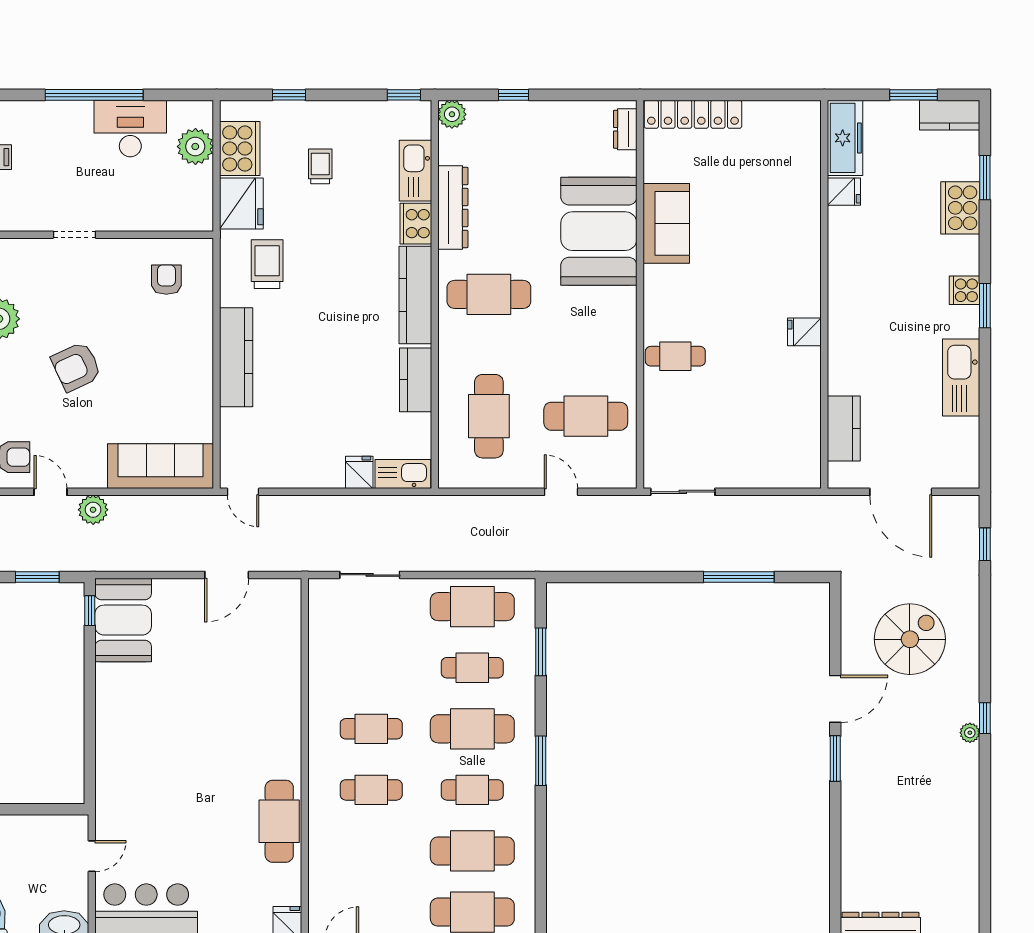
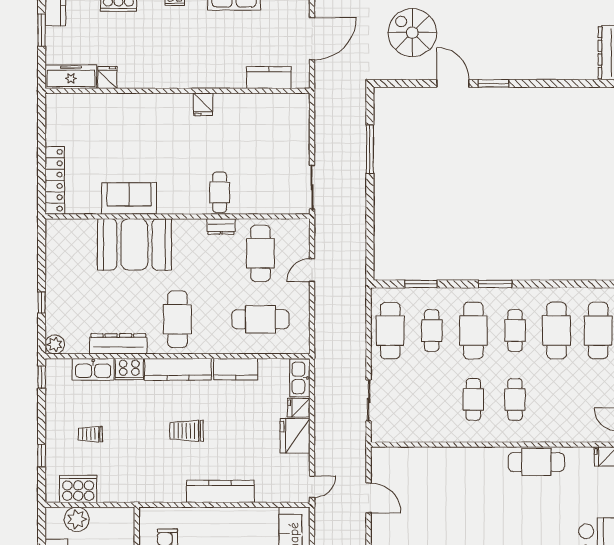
dresser: (625, 129) -> (221, 226), moved
fridge: (241, 203) -> (295, 436), moved, turned -90
trolley: (267, 264) -> (186, 431), moved

